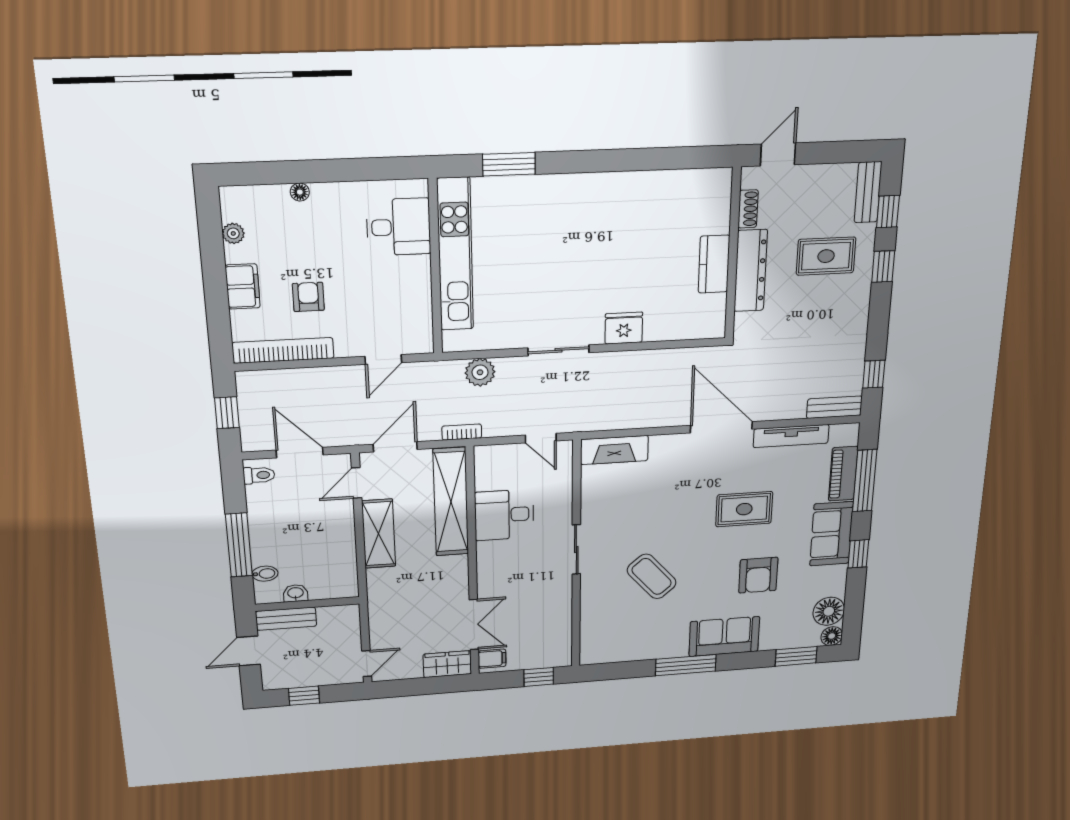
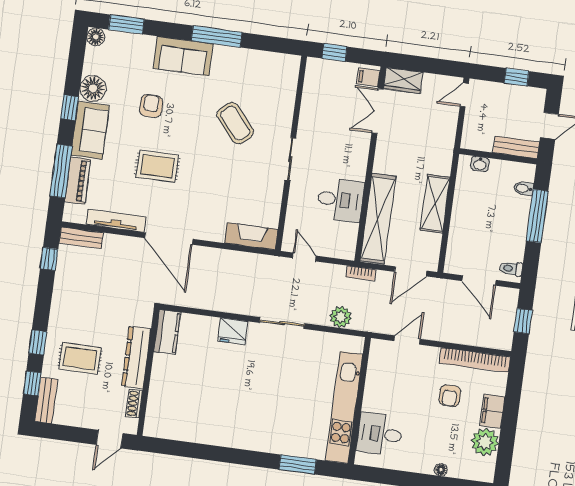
plant: (233, 233) -> (485, 442), width x1.88, depth x1.88
kitchen counter: (714, 264) -> (167, 332), moved
door: (357, 483) -> (443, 248), removed
armchair: (758, 575) -> (151, 106), width x0.72, depth x0.72
washbasin: (295, 593) -> (480, 164), moved
floor lamp: (829, 611) -> (93, 88), moved

